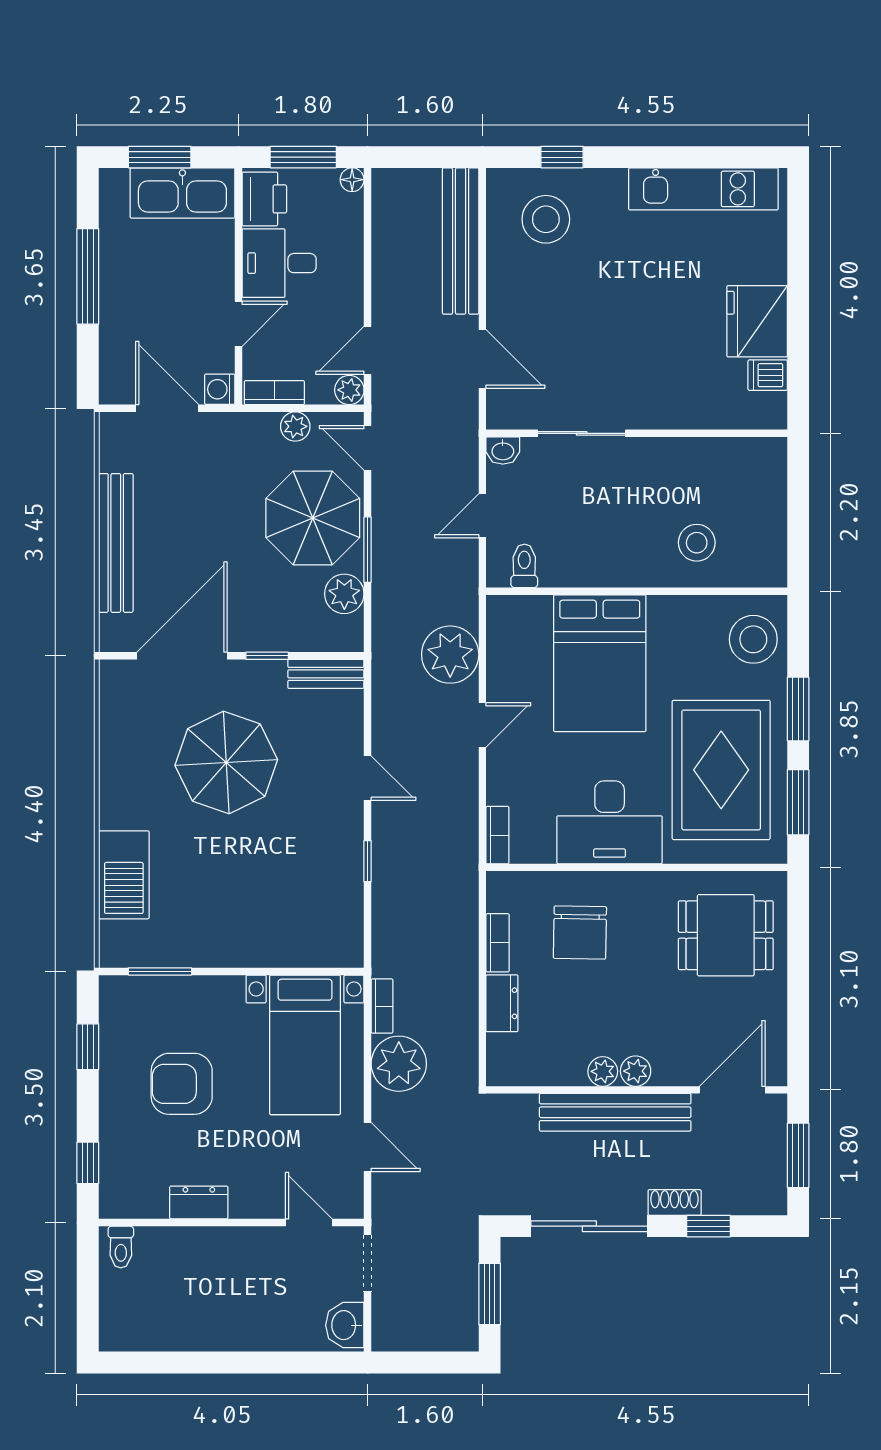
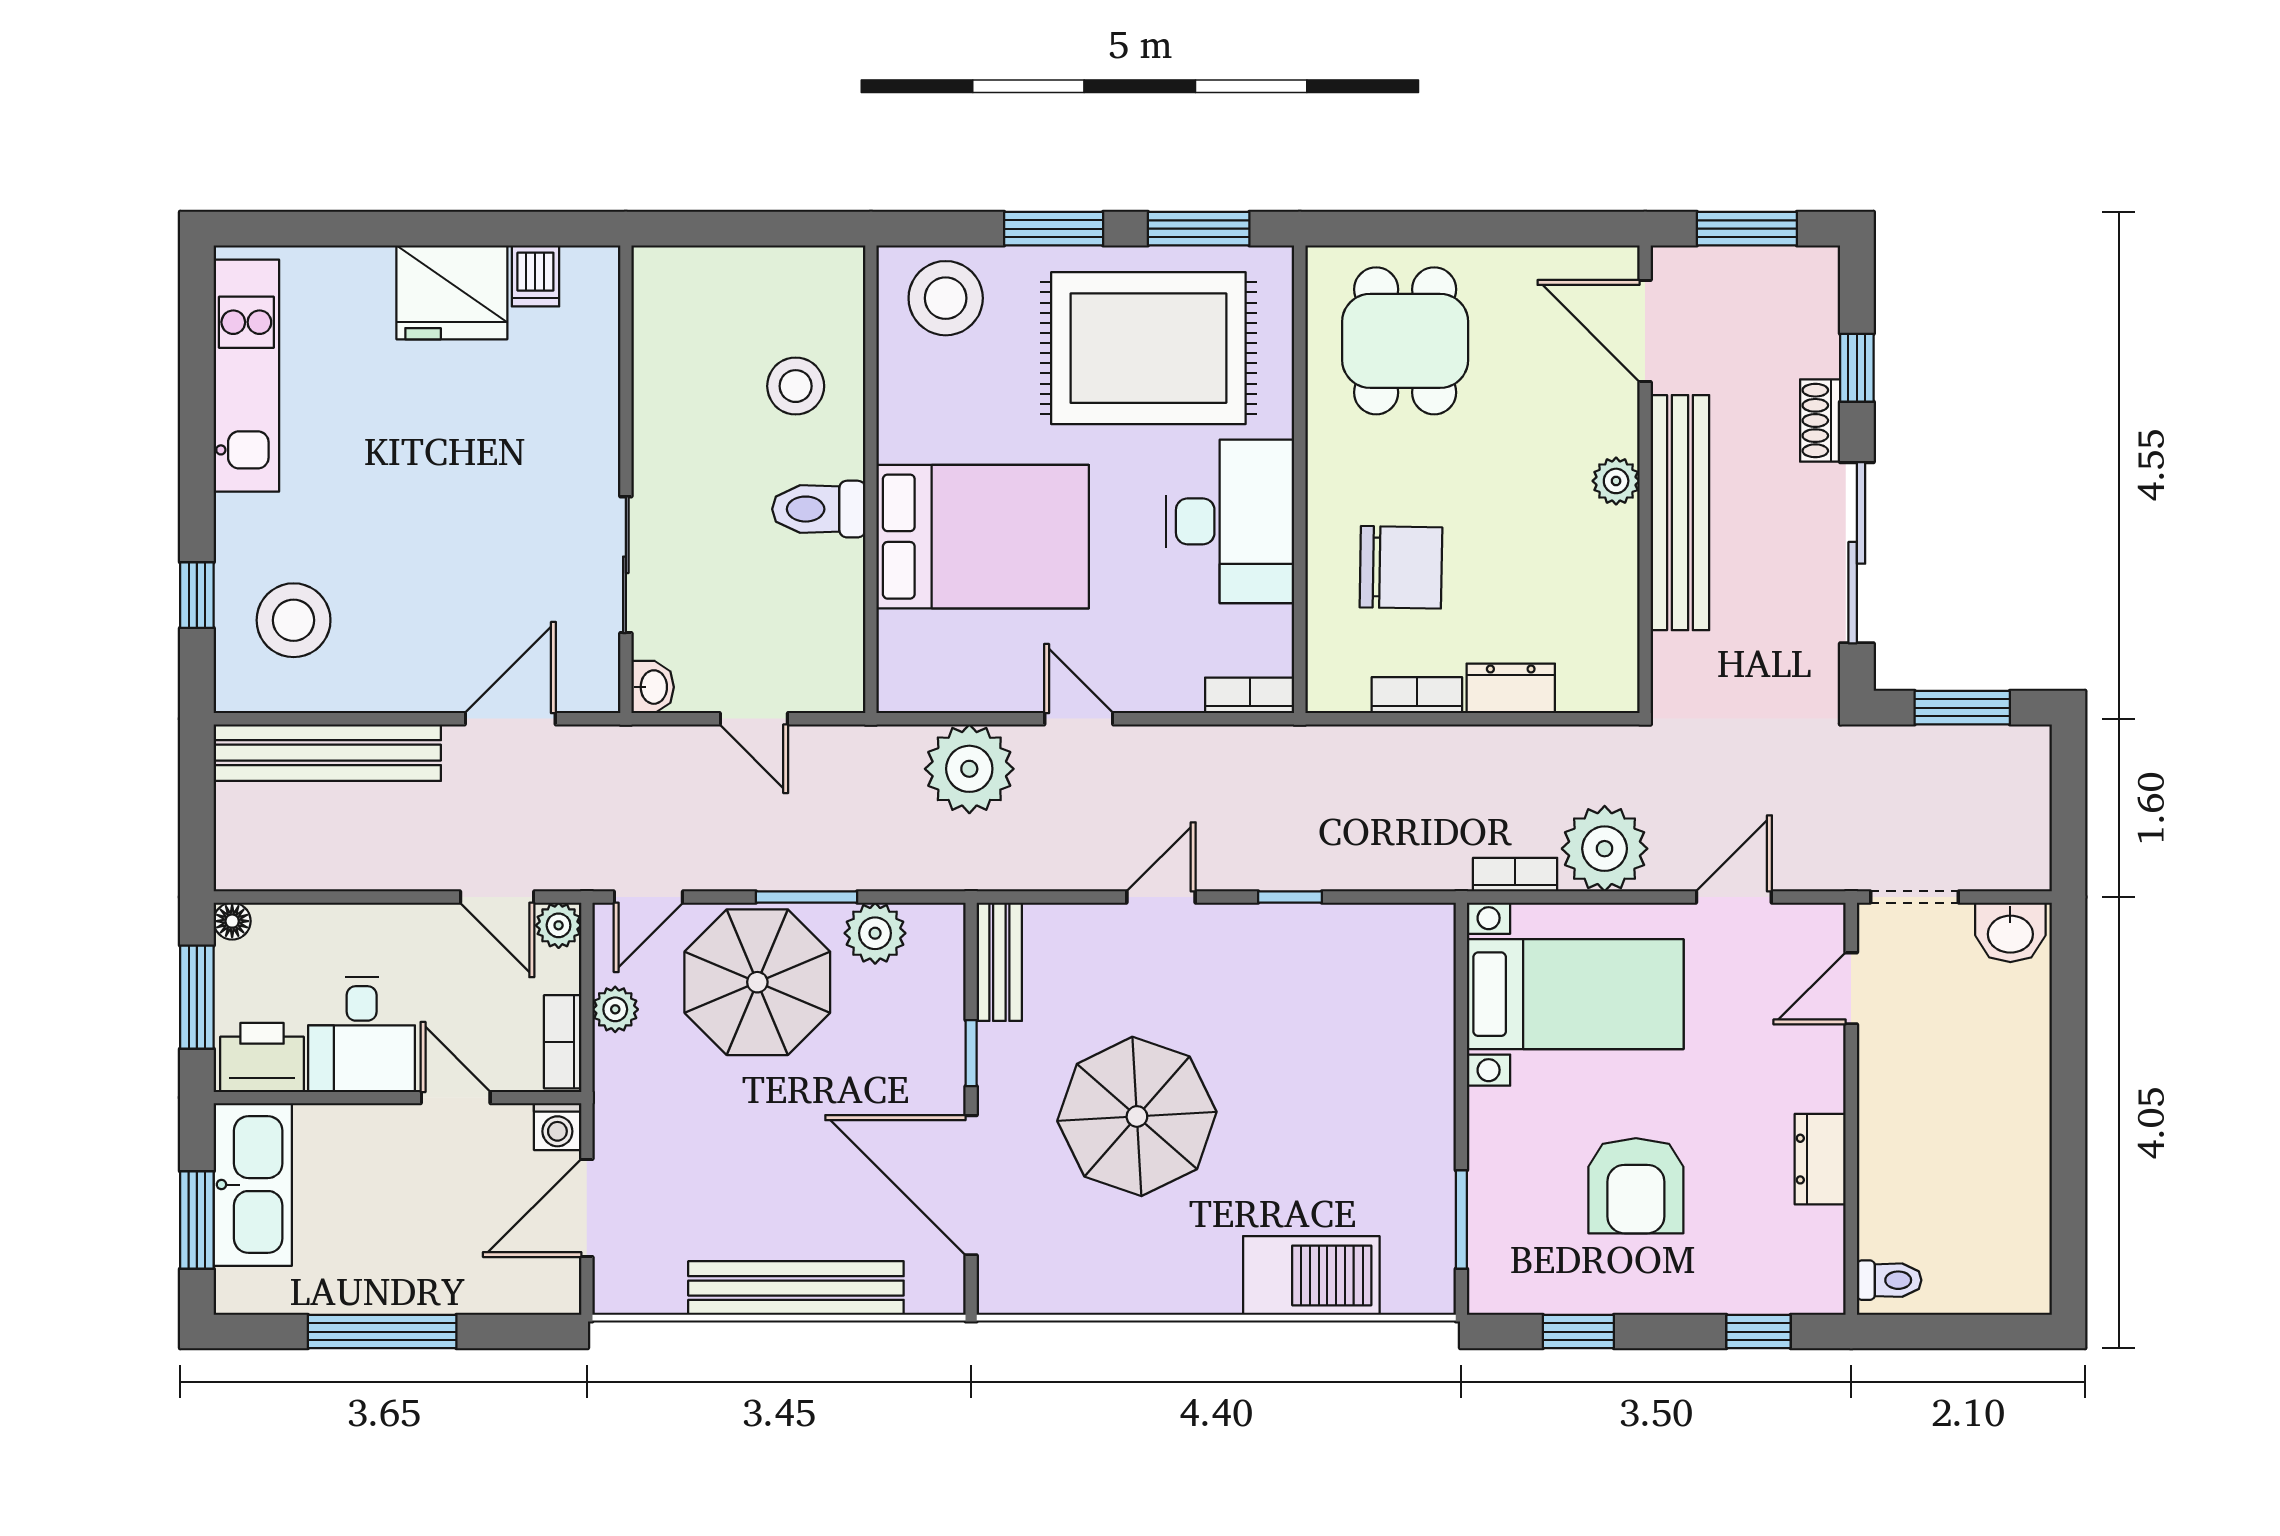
toilet: (524, 566) -> (819, 509), moved, width x1.37, depth x1.39
plant: (603, 1071) -> (1617, 532), removed

